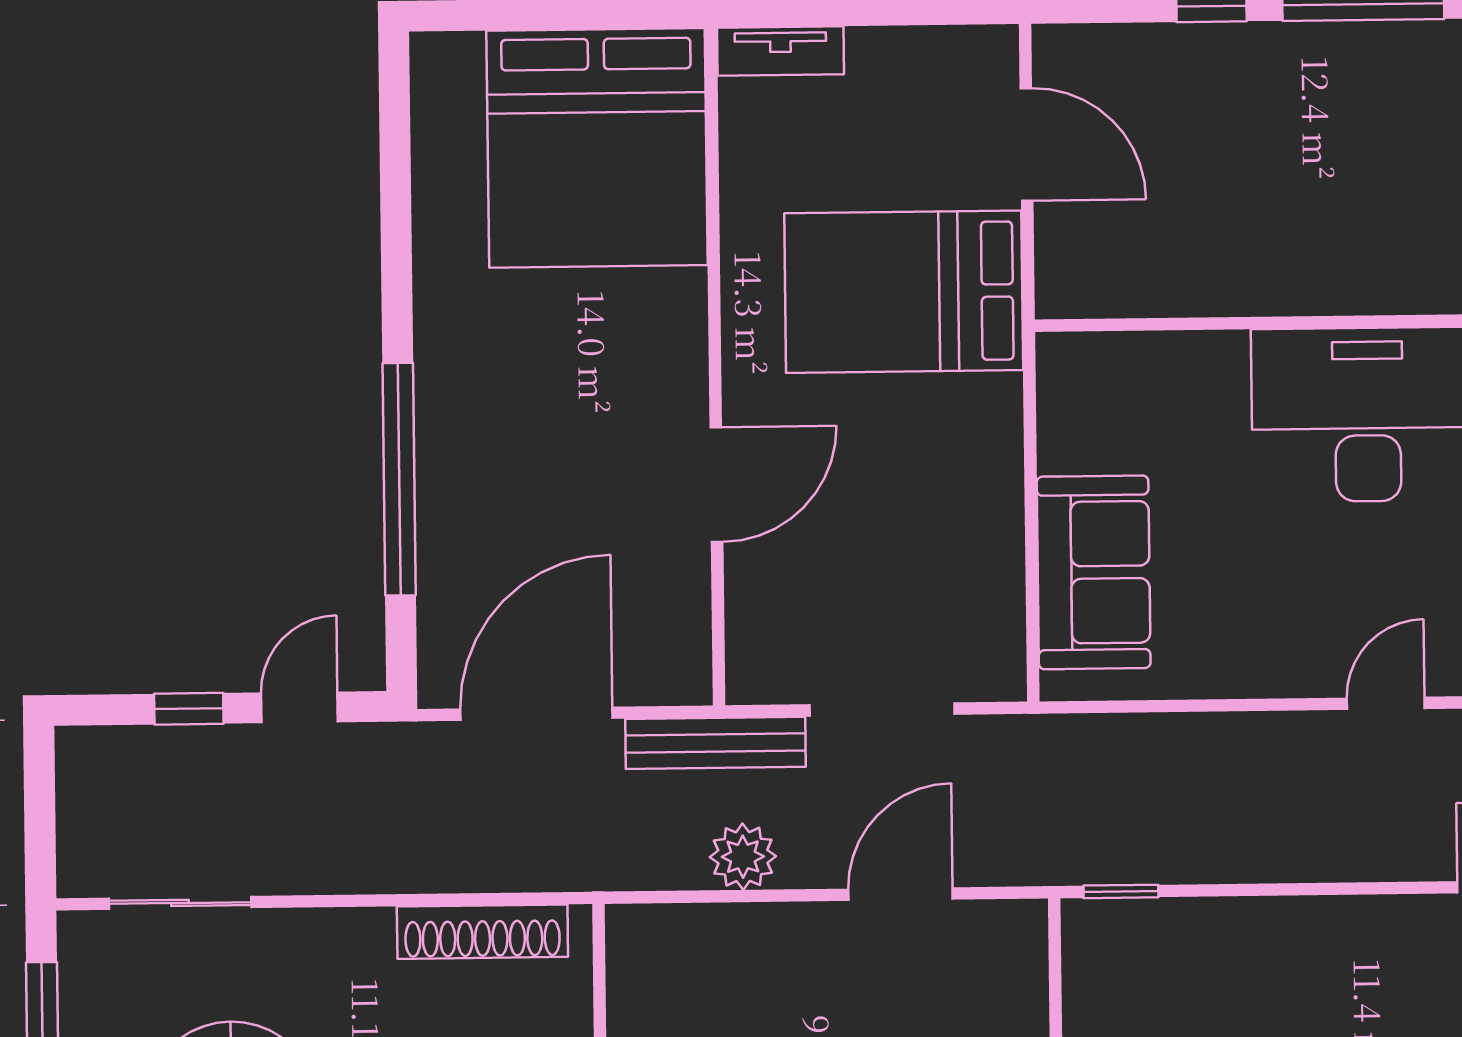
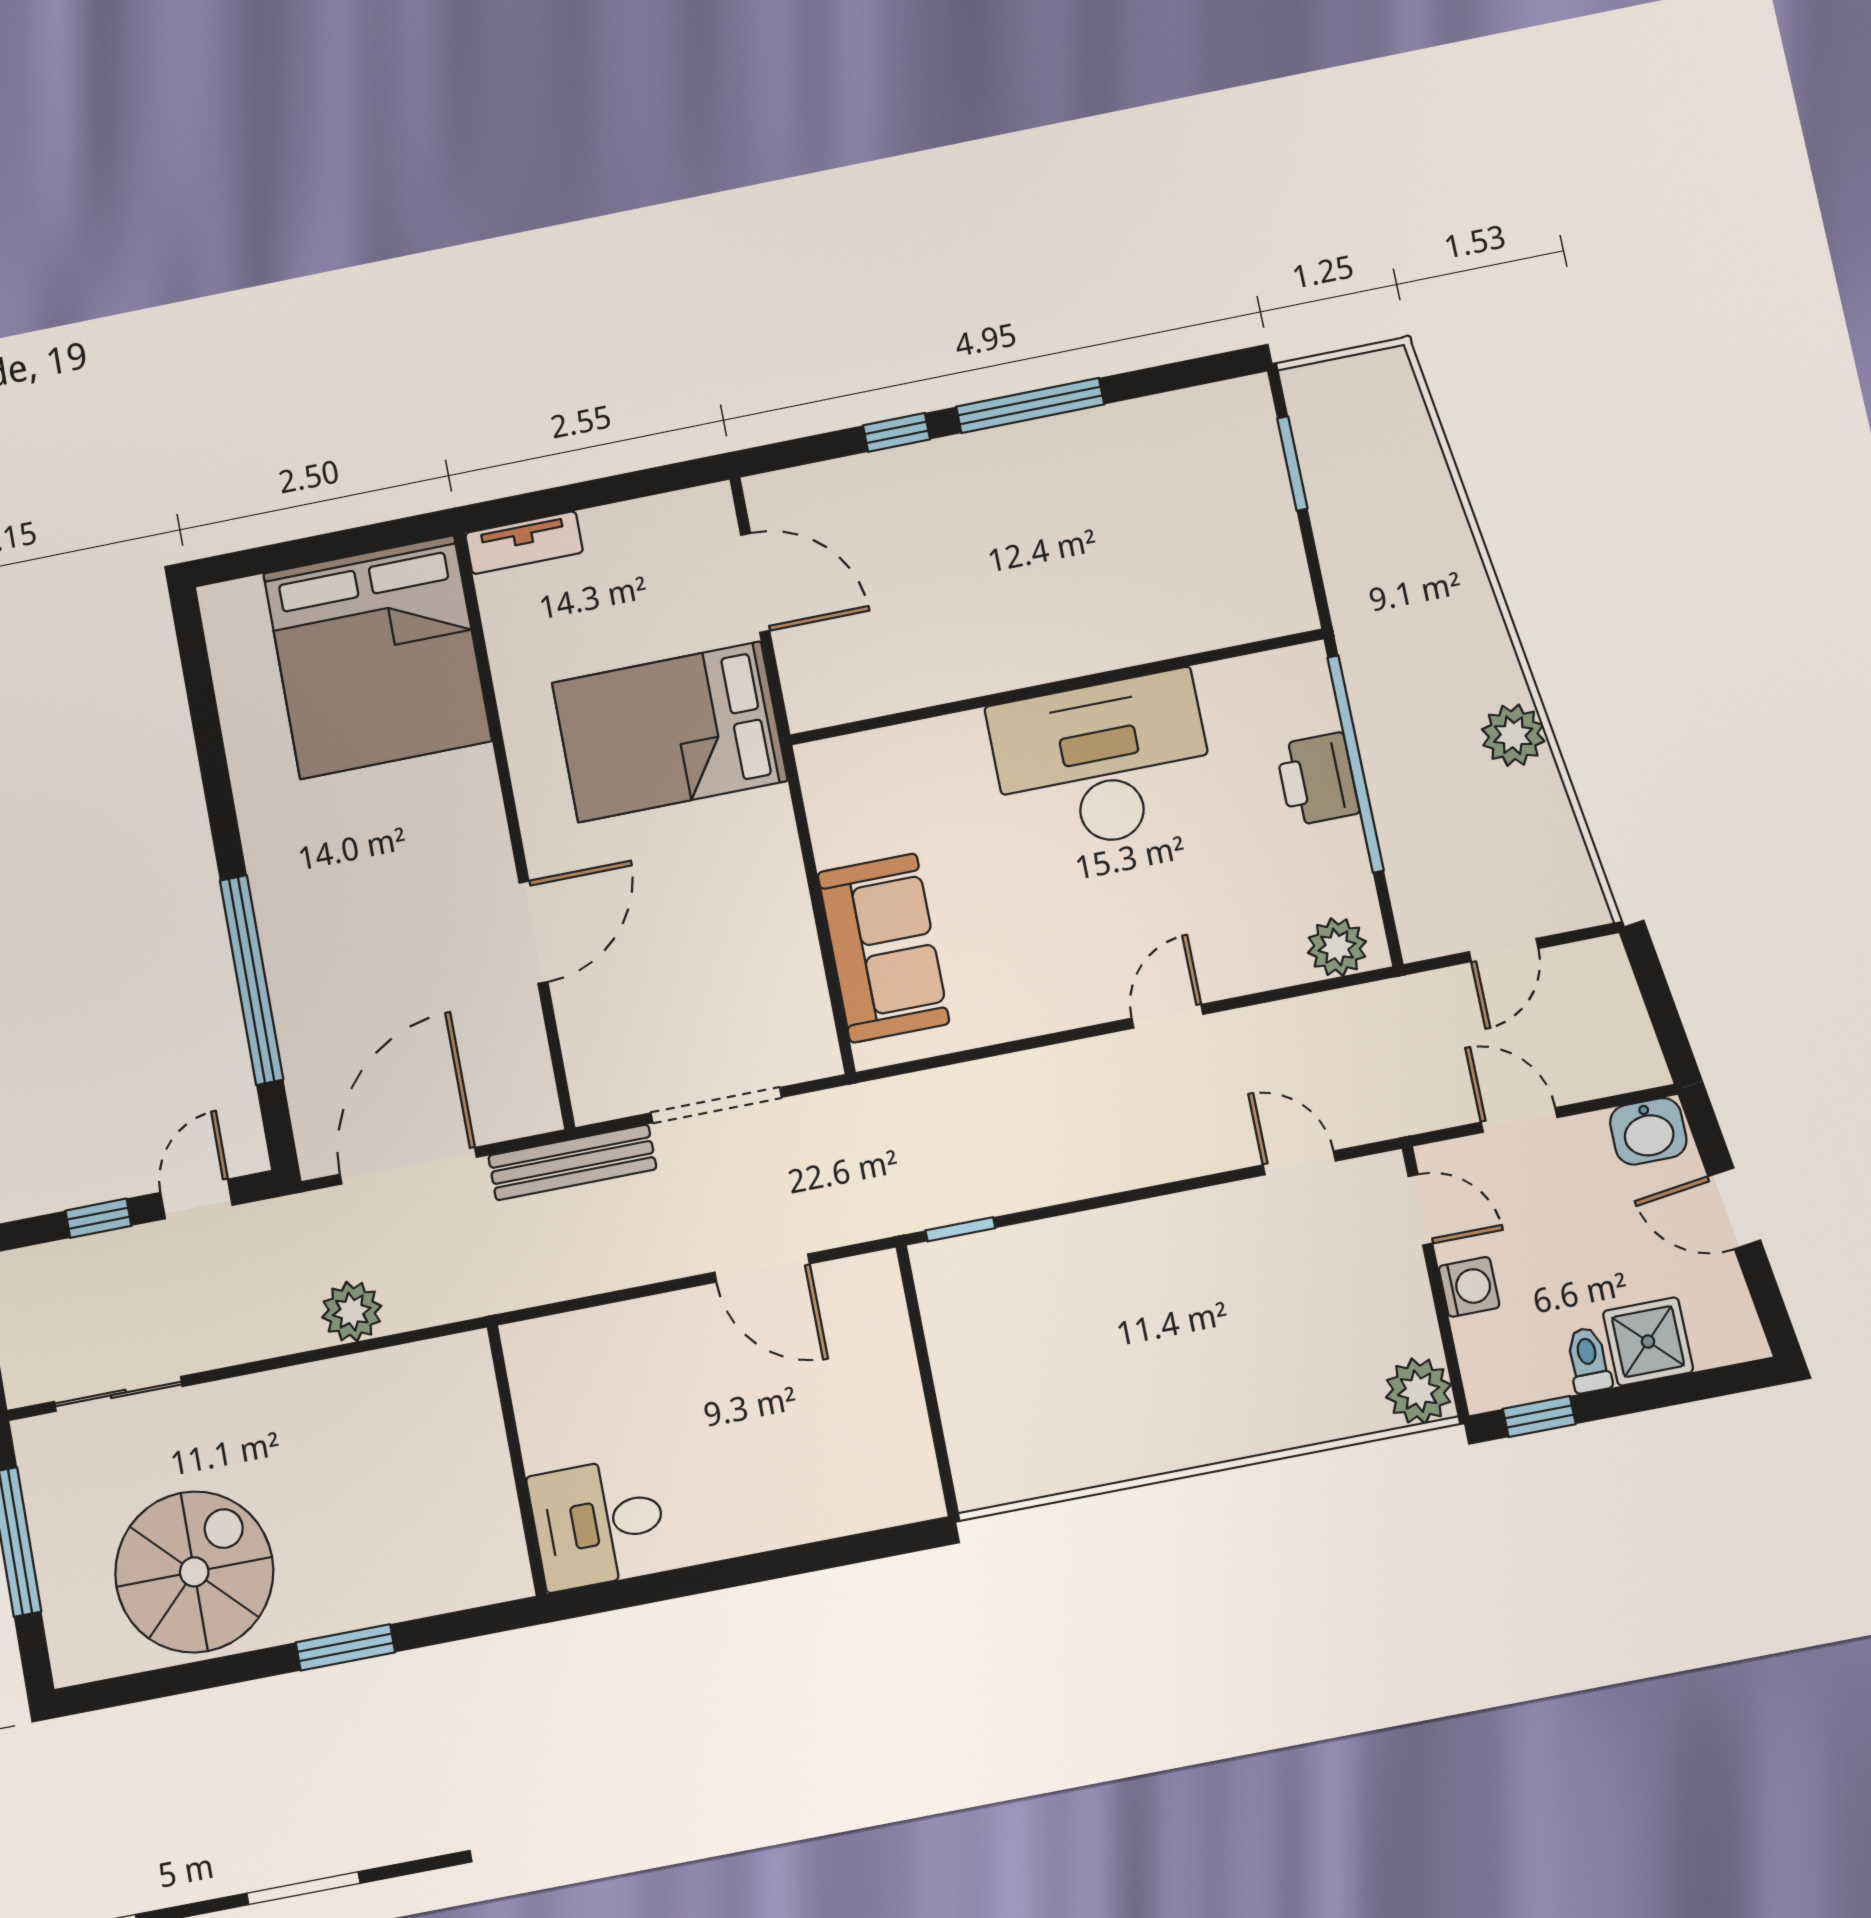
plant: (743, 857) -> (352, 1312), moved
door: (901, 894) -> (762, 1268), swing flipped
shoe rack: (482, 932) -> (393, 1371), removed

